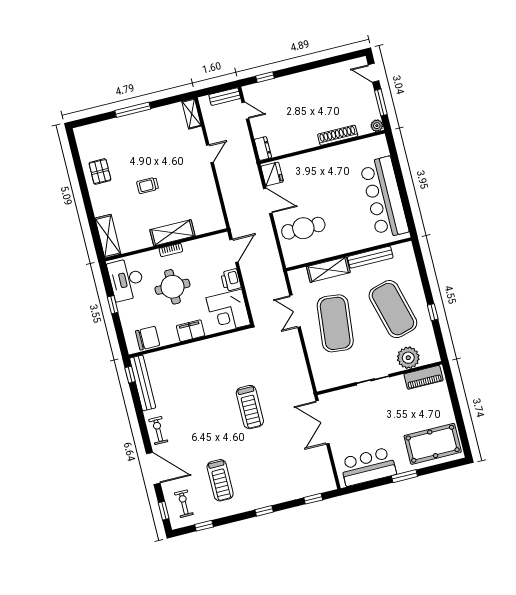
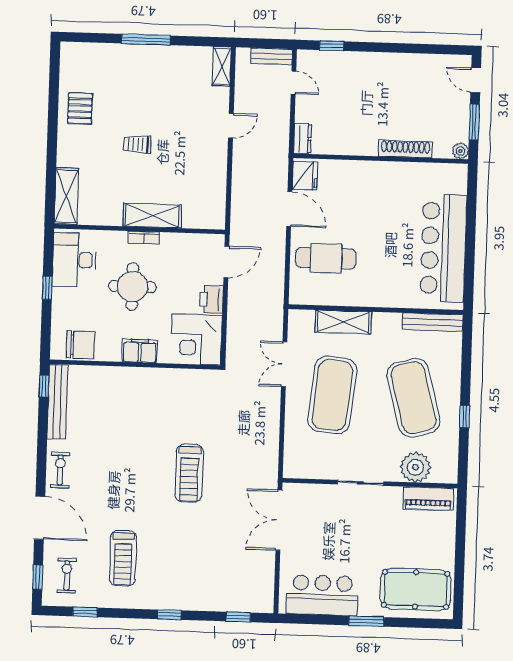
bench: (370, 257) -> (433, 322), moved

